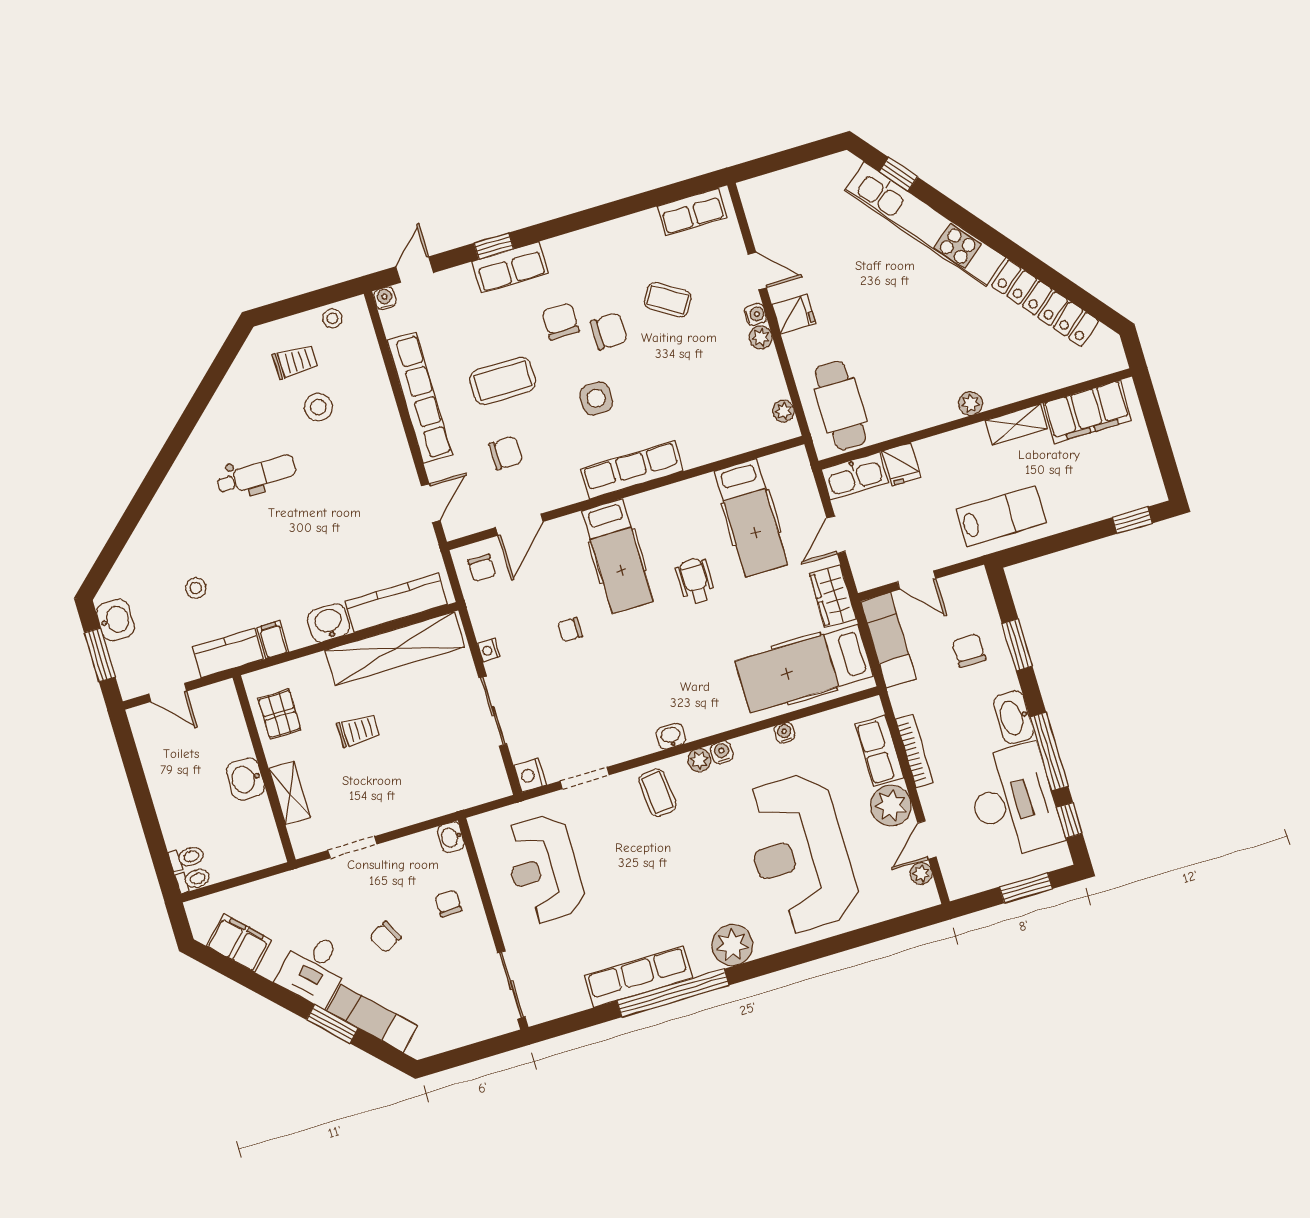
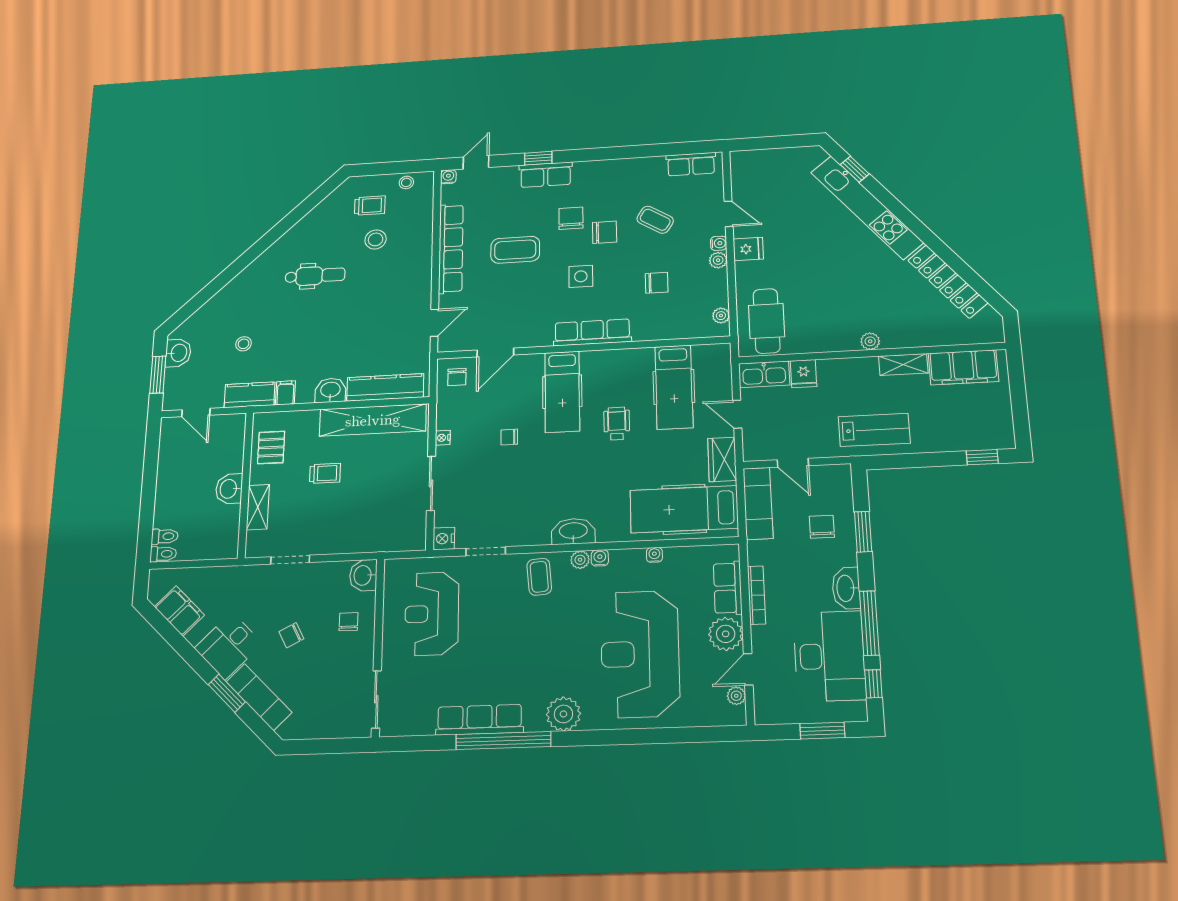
chair: (506, 453) -> (657, 283), moved
door: (836, 535) -> (737, 414), hinge flipped
washbasin: (671, 736) -> (573, 531), width x1.91, depth x1.45
washbasin: (451, 837) -> (363, 575), width x1.38, depth x1.45

